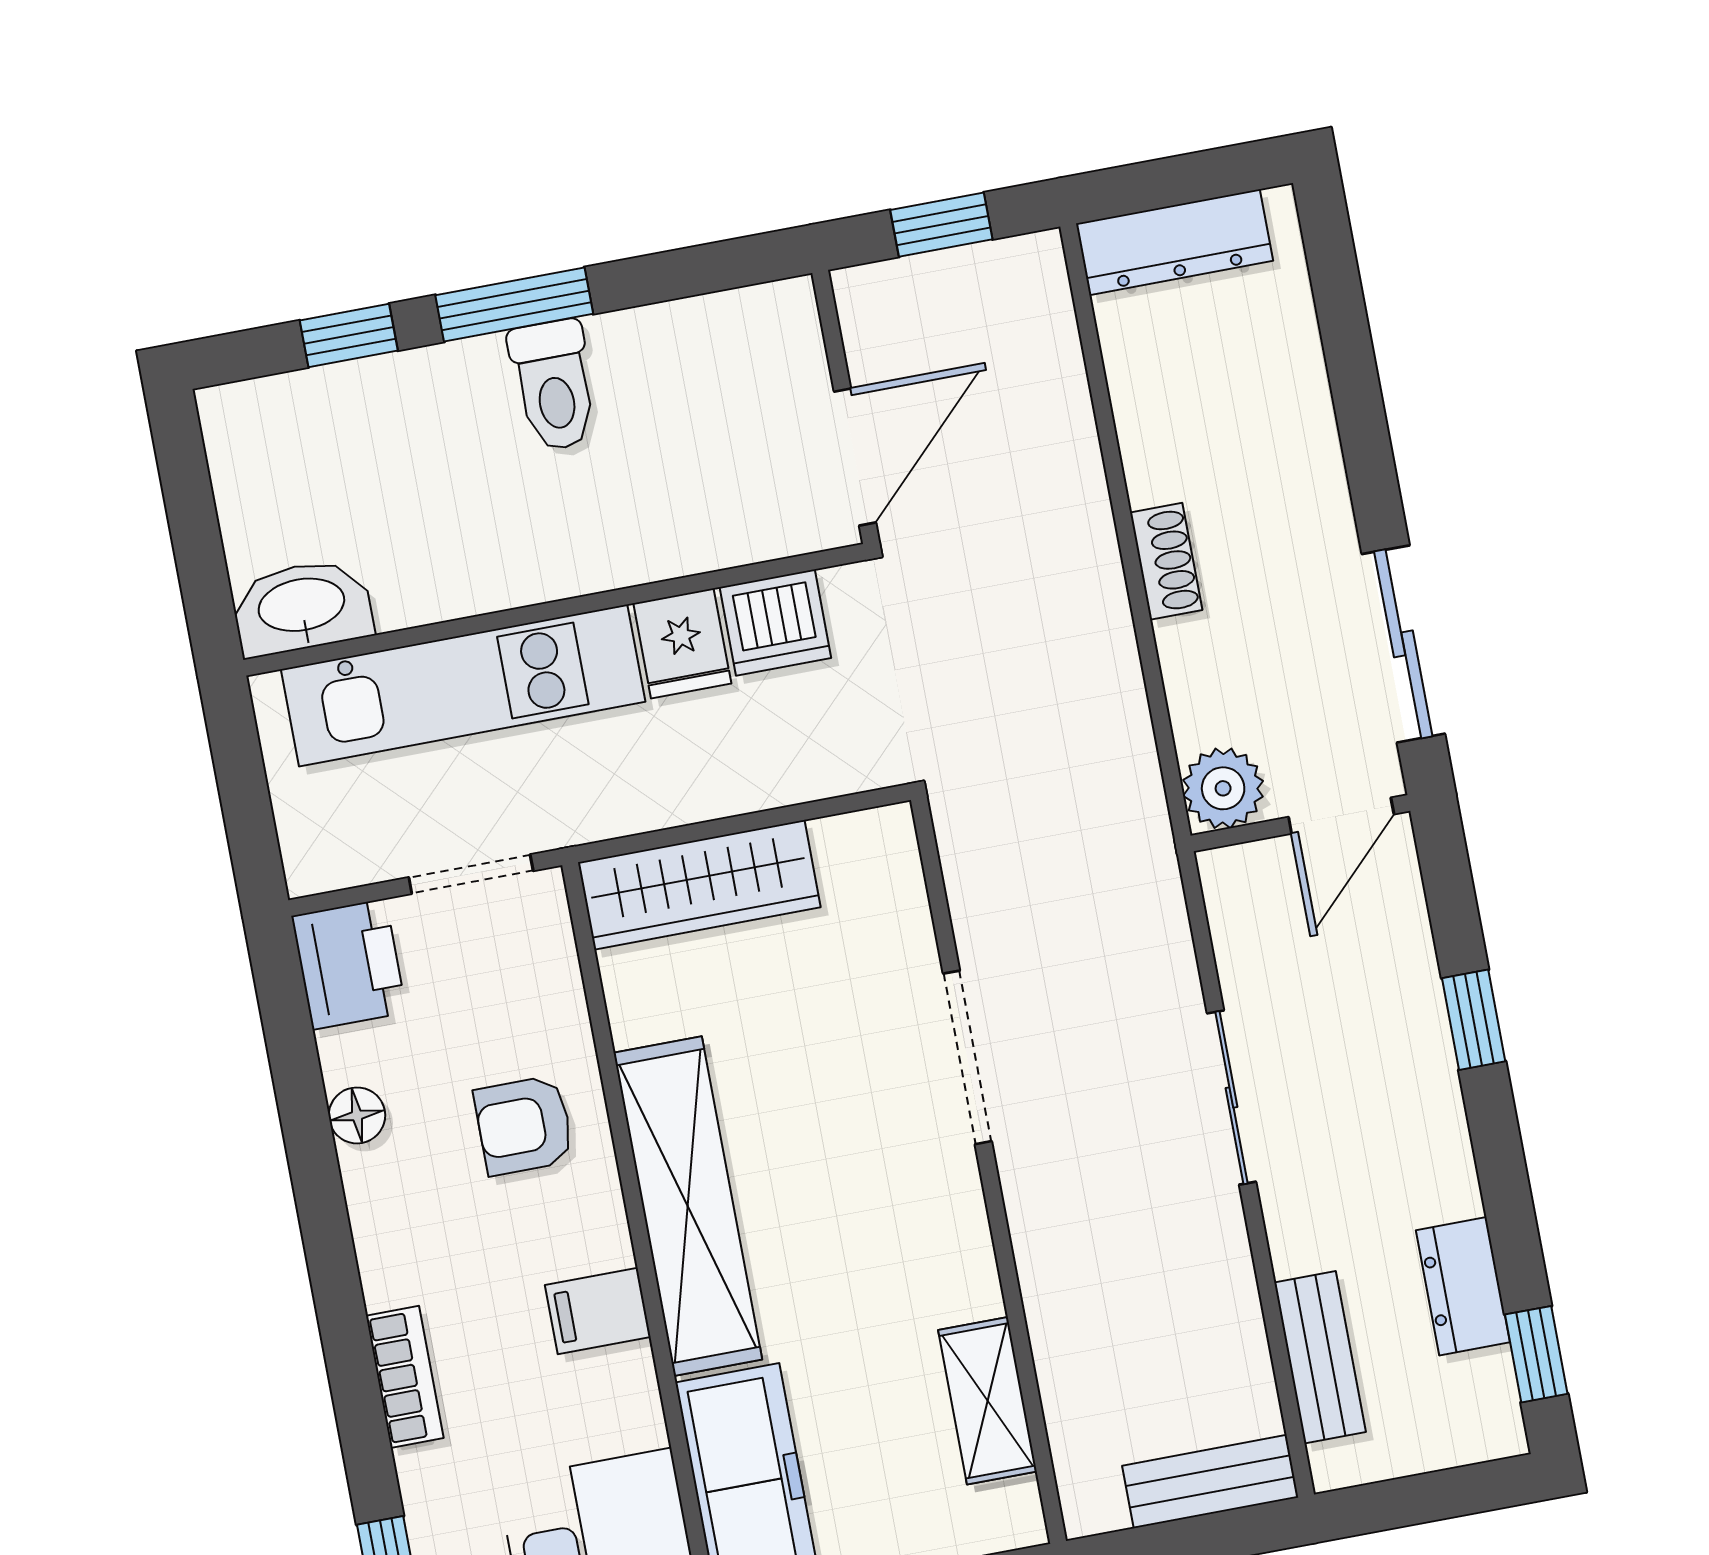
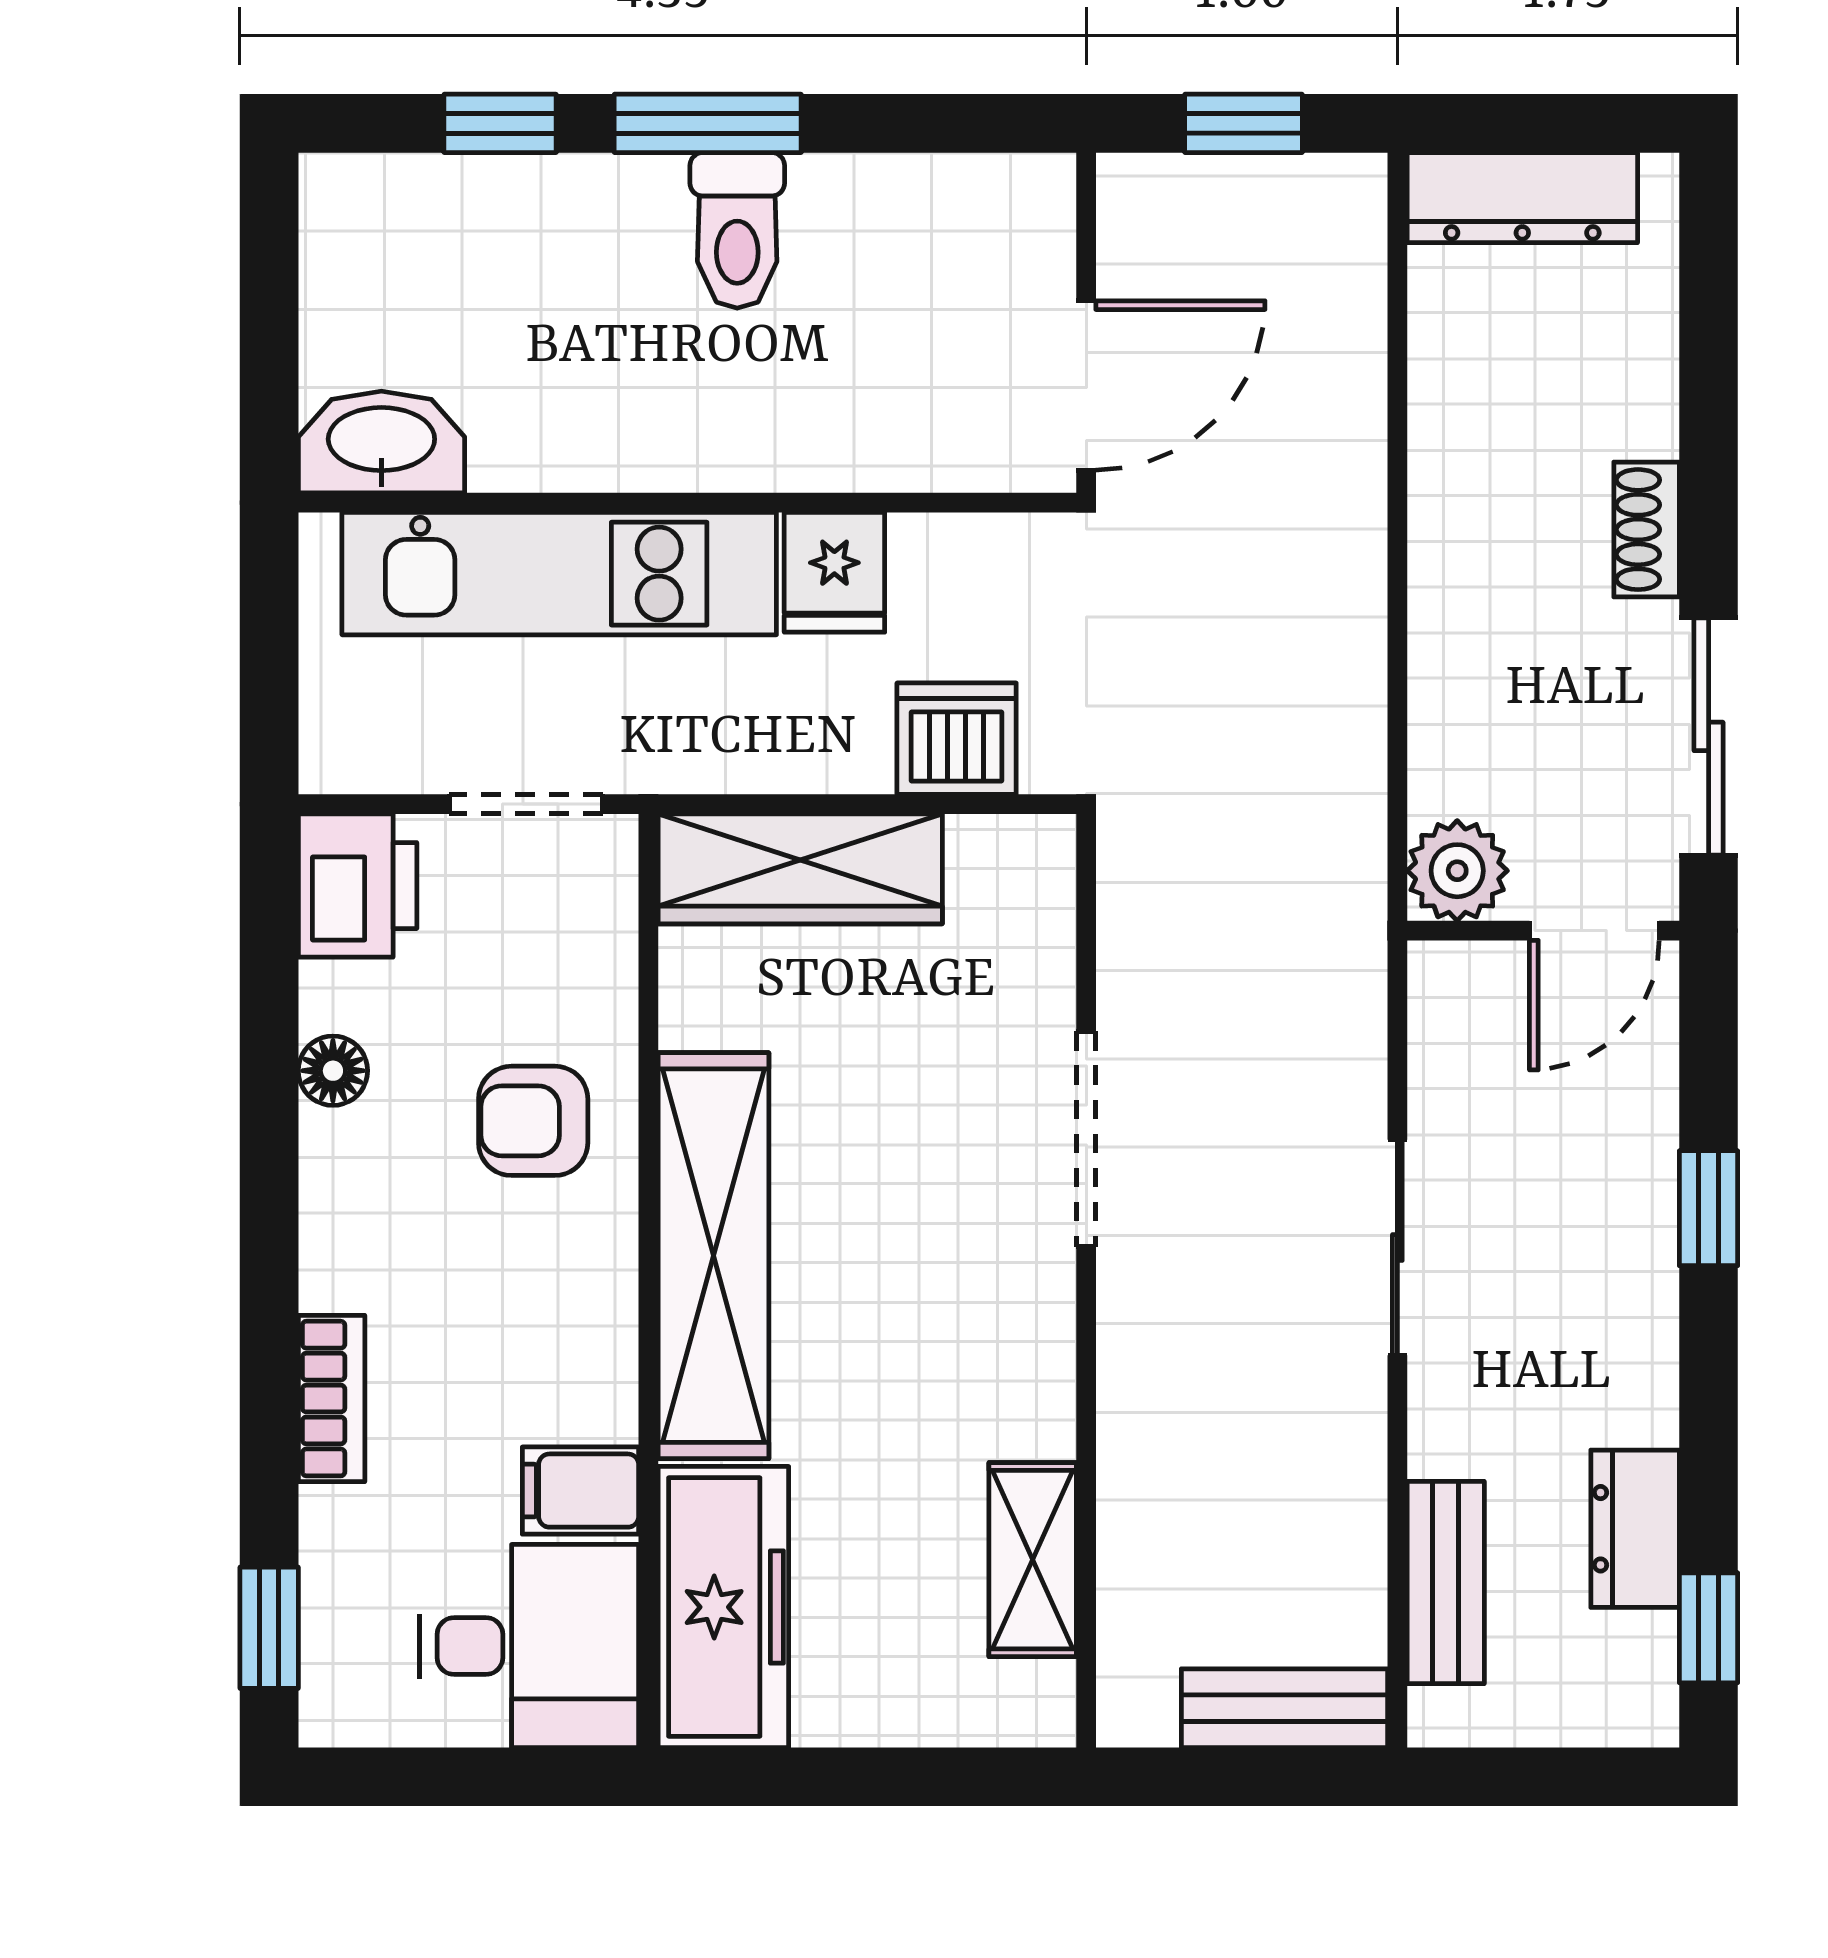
shoe rack: (1166, 561) -> (1647, 530), moved, turned 180
dishwasher: (775, 623) -> (957, 739), moved, turned 180
filing cabinet: (598, 1311) -> (580, 1491), moved

